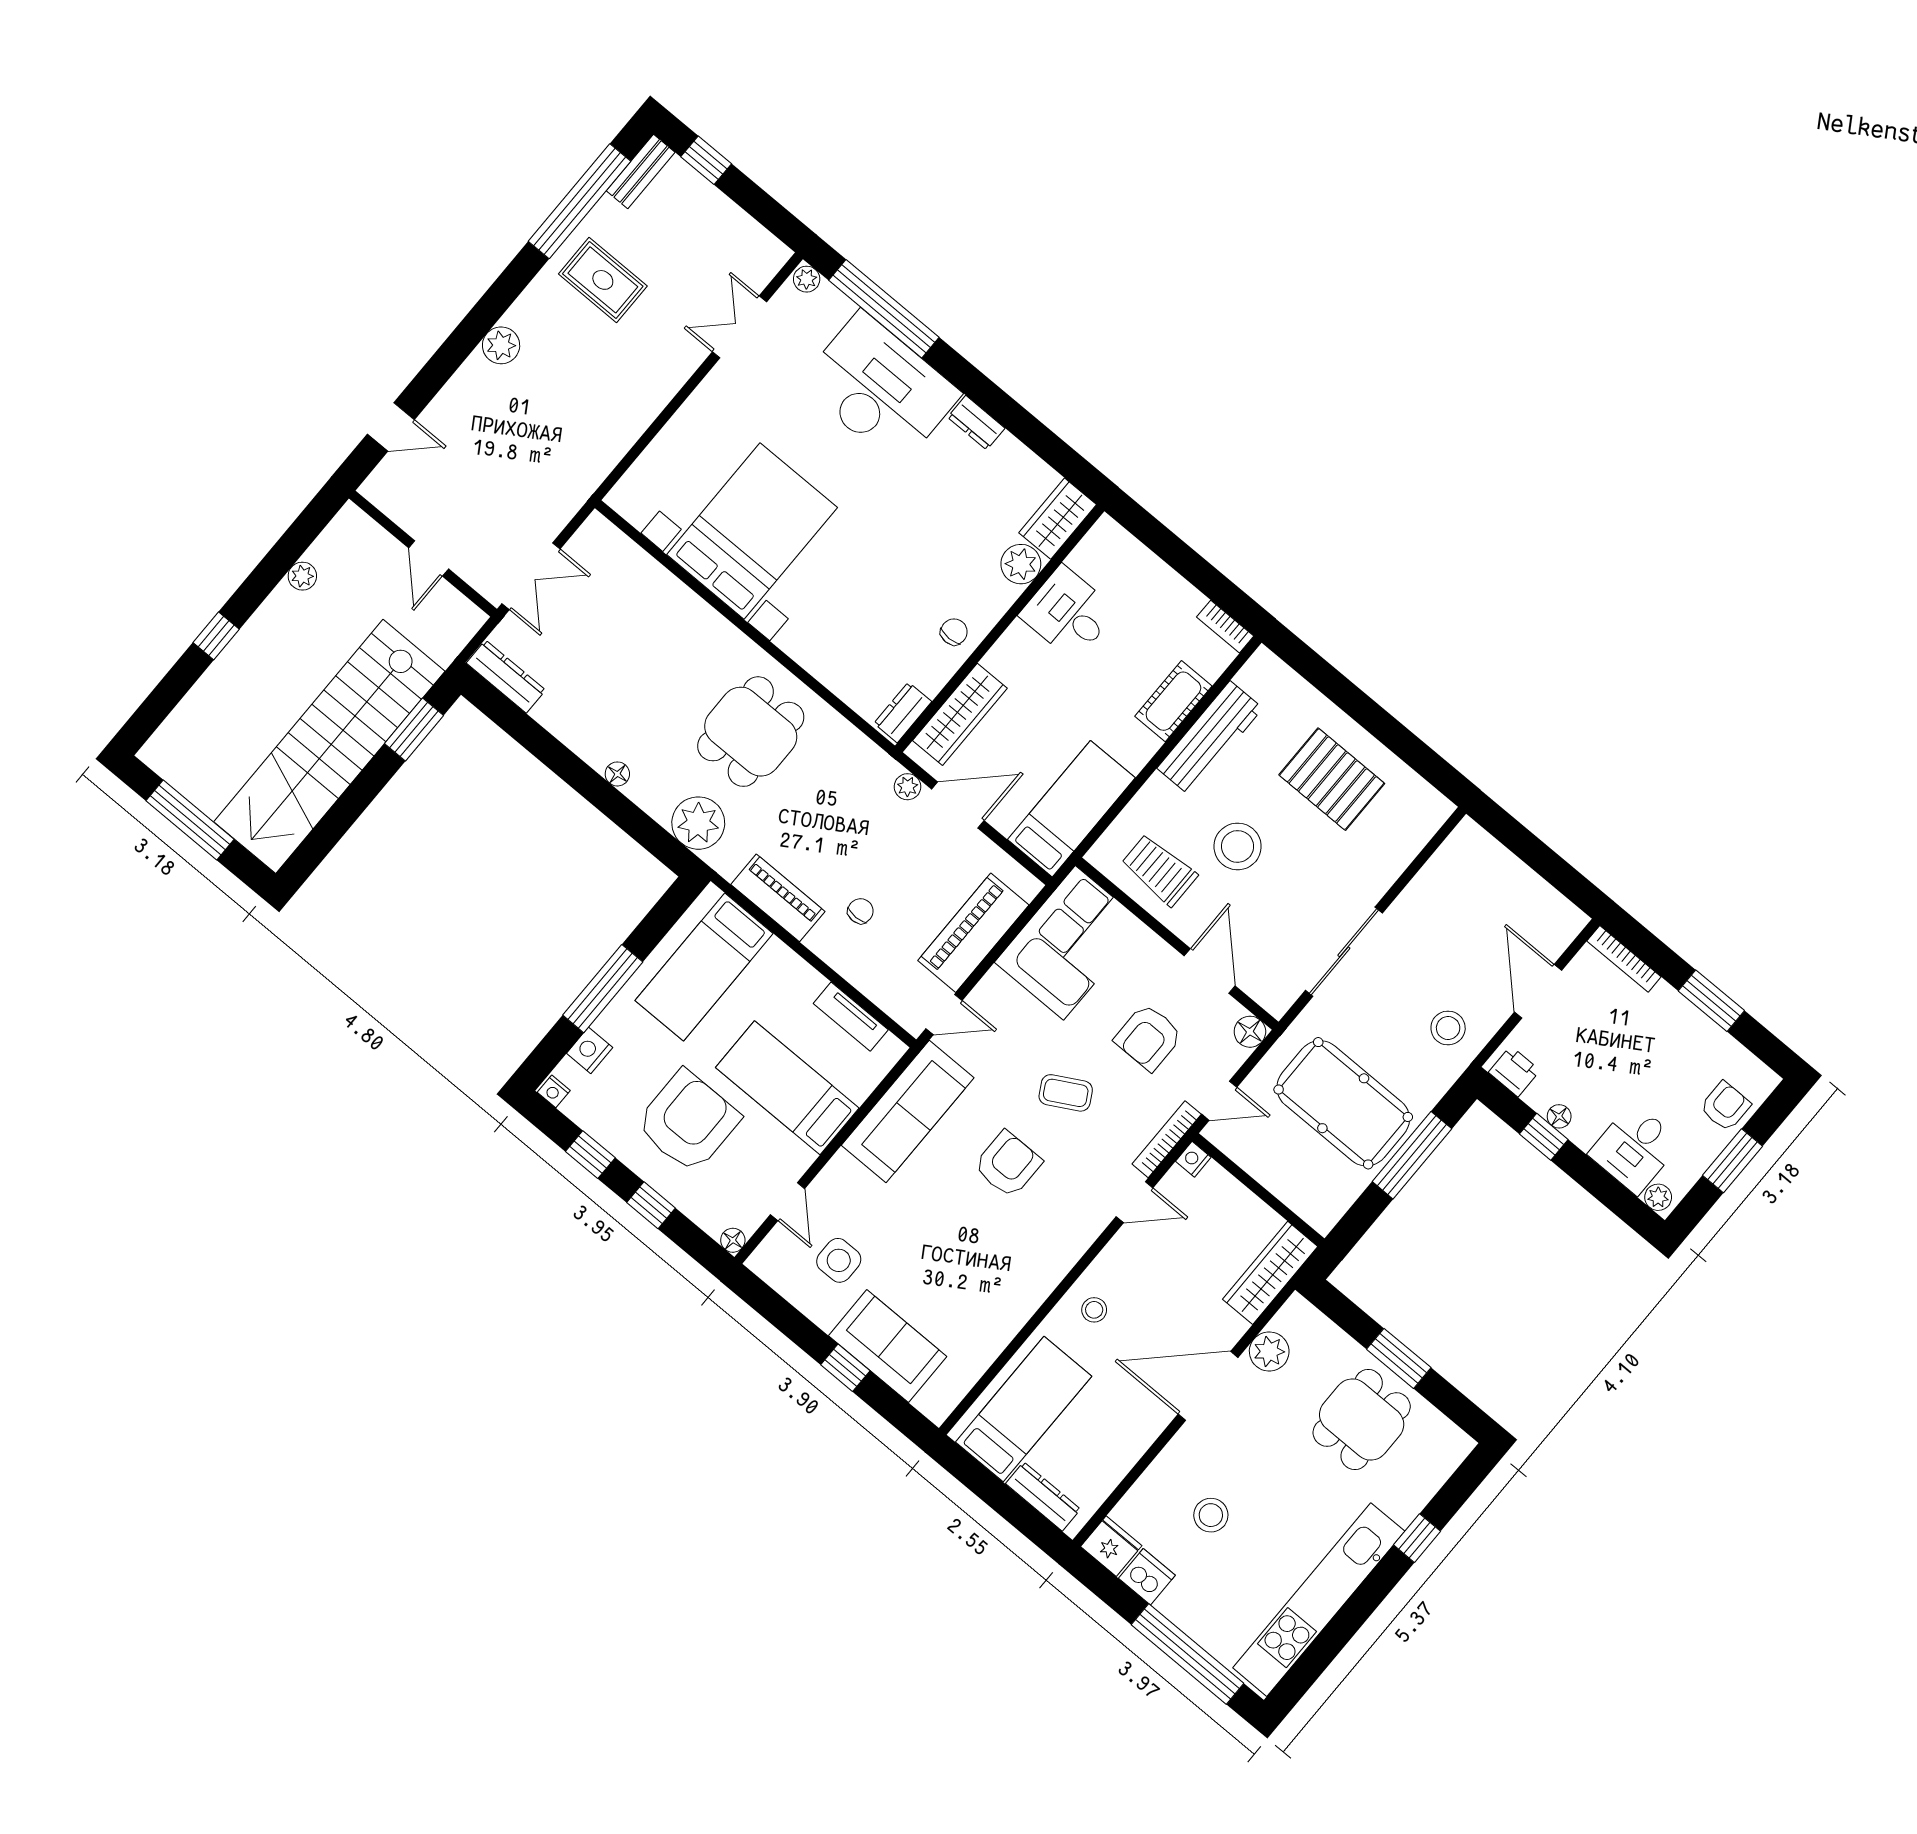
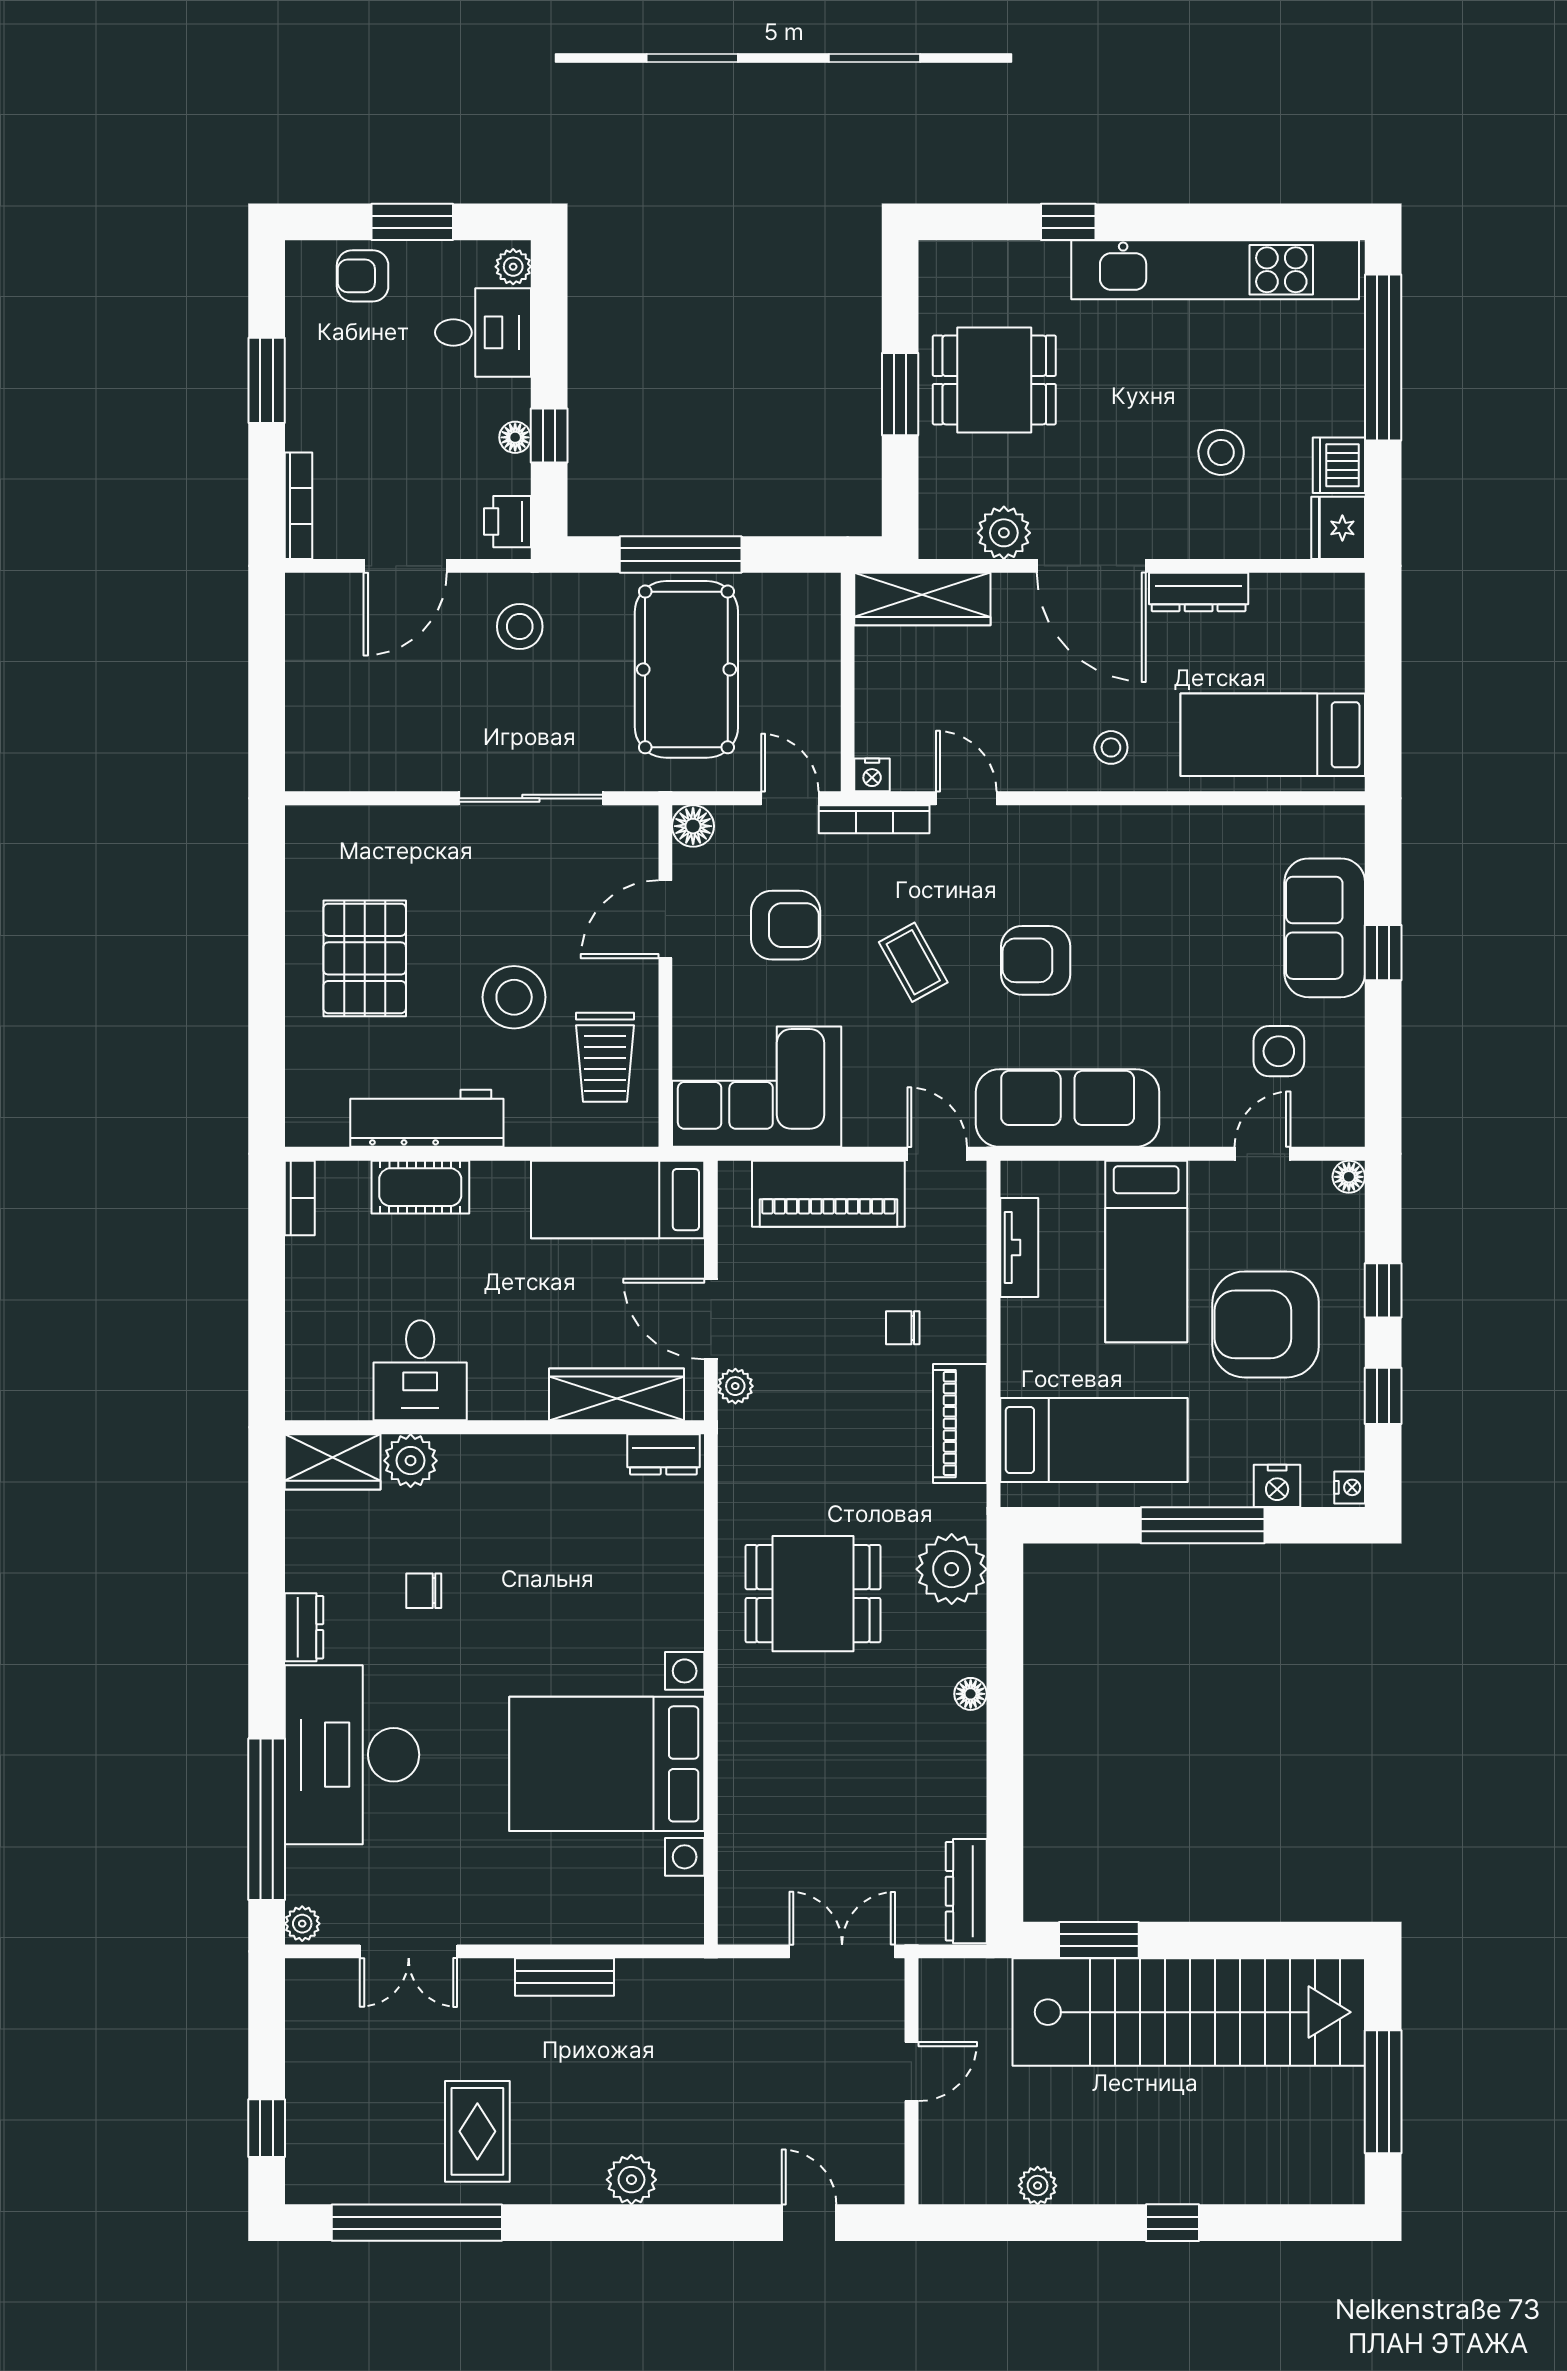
bench: (641, 172) -> (564, 1977), moved
chair: (954, 632) -> (424, 1591), moved
dresser: (1043, 1496) -> (1199, 592), moved, turned -90

